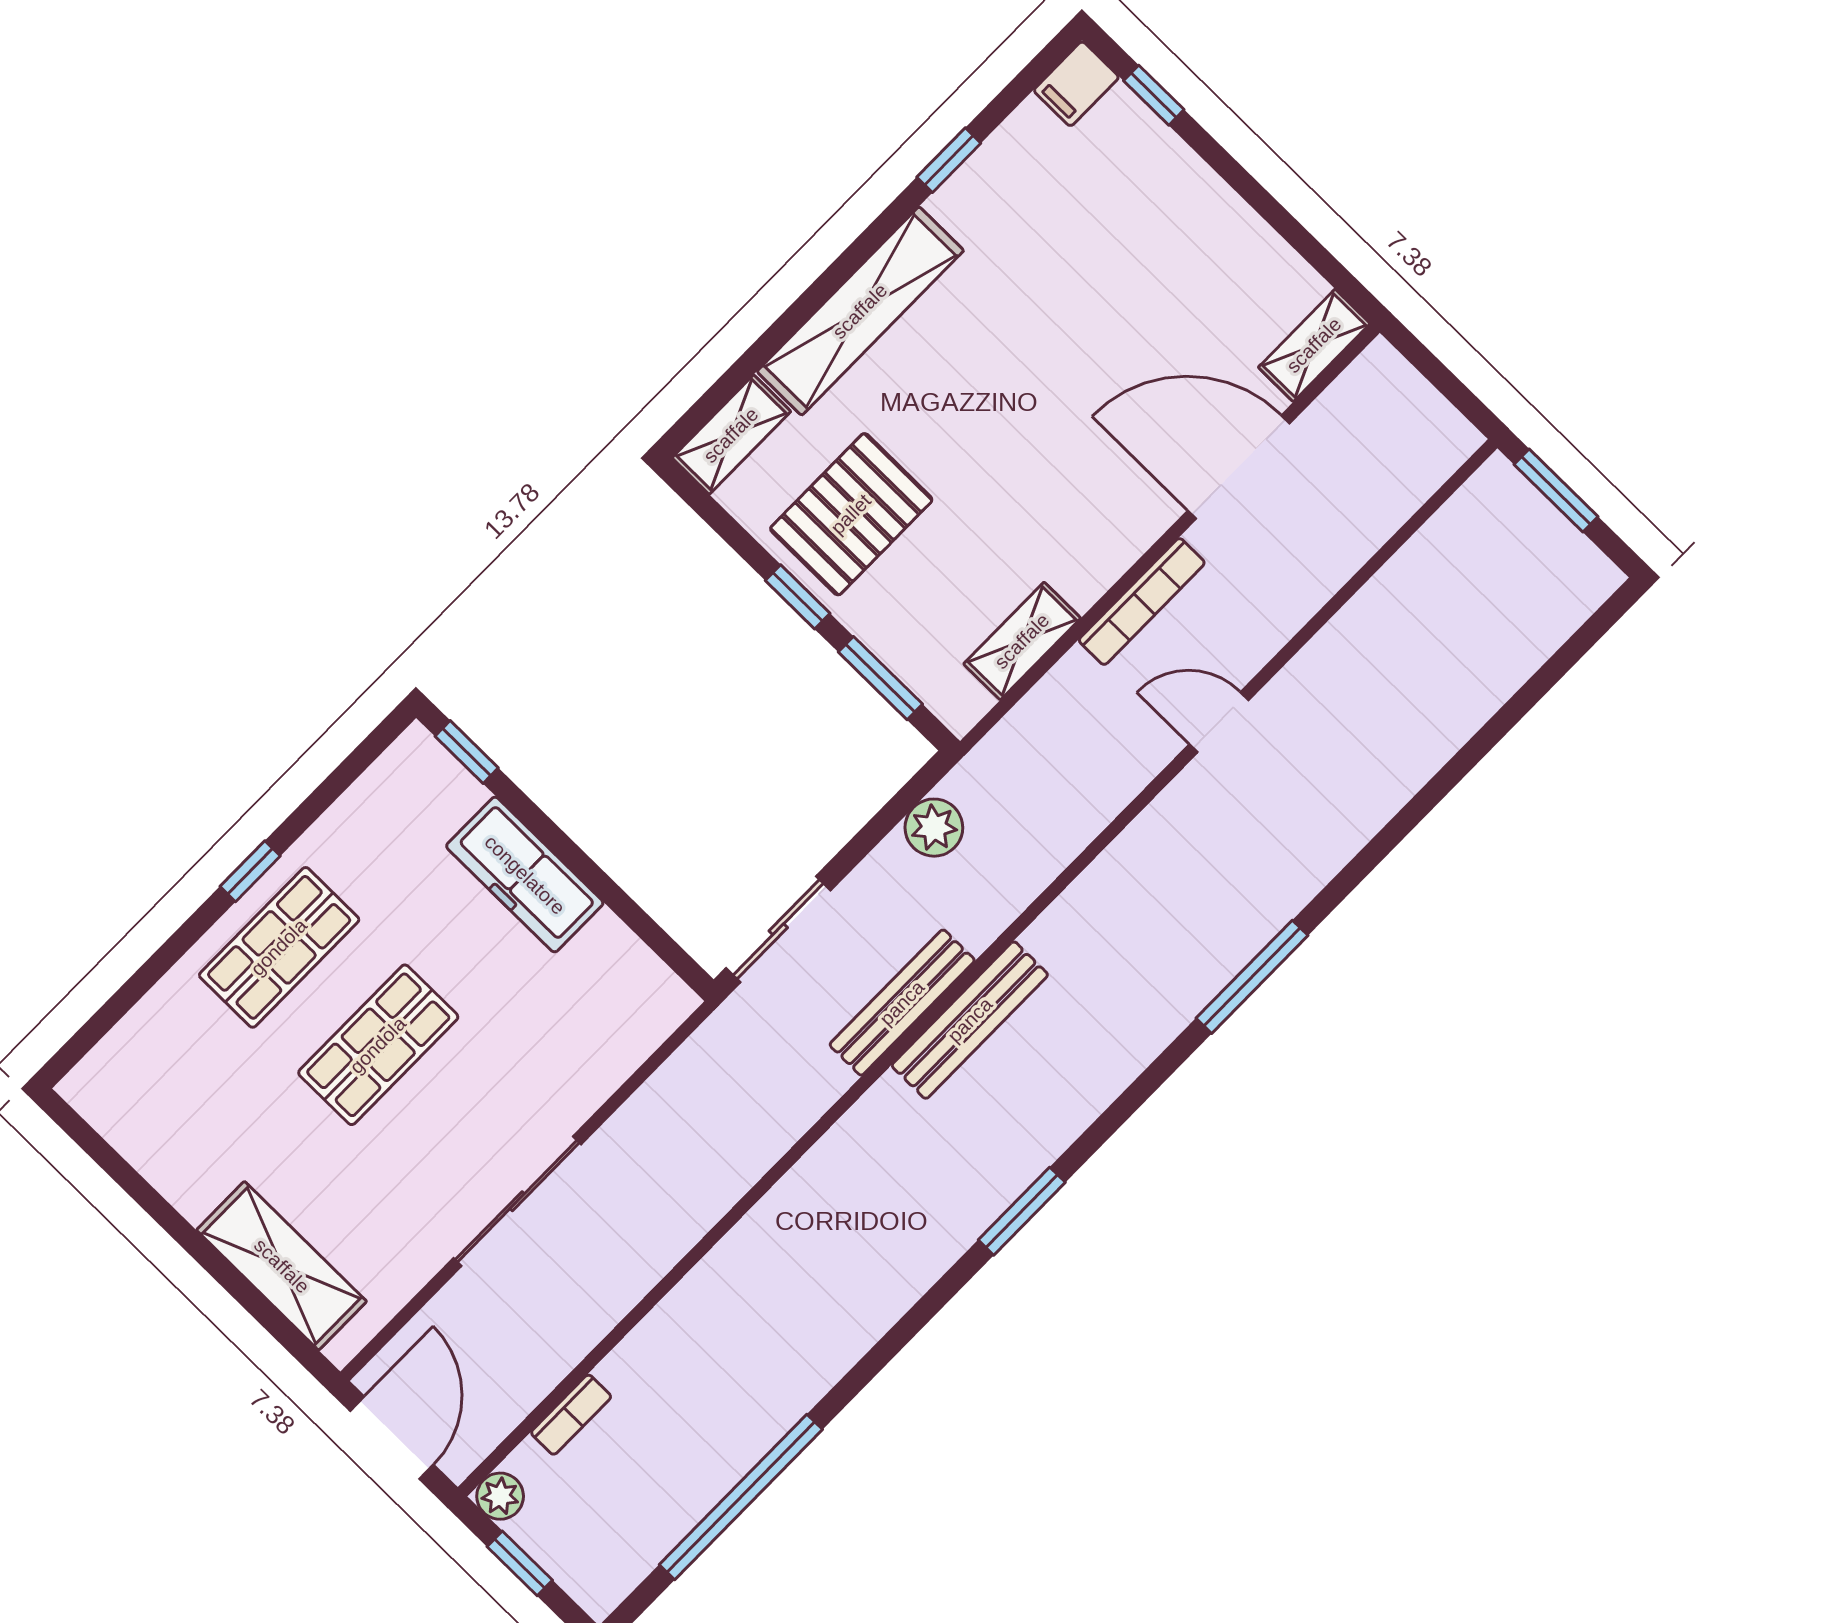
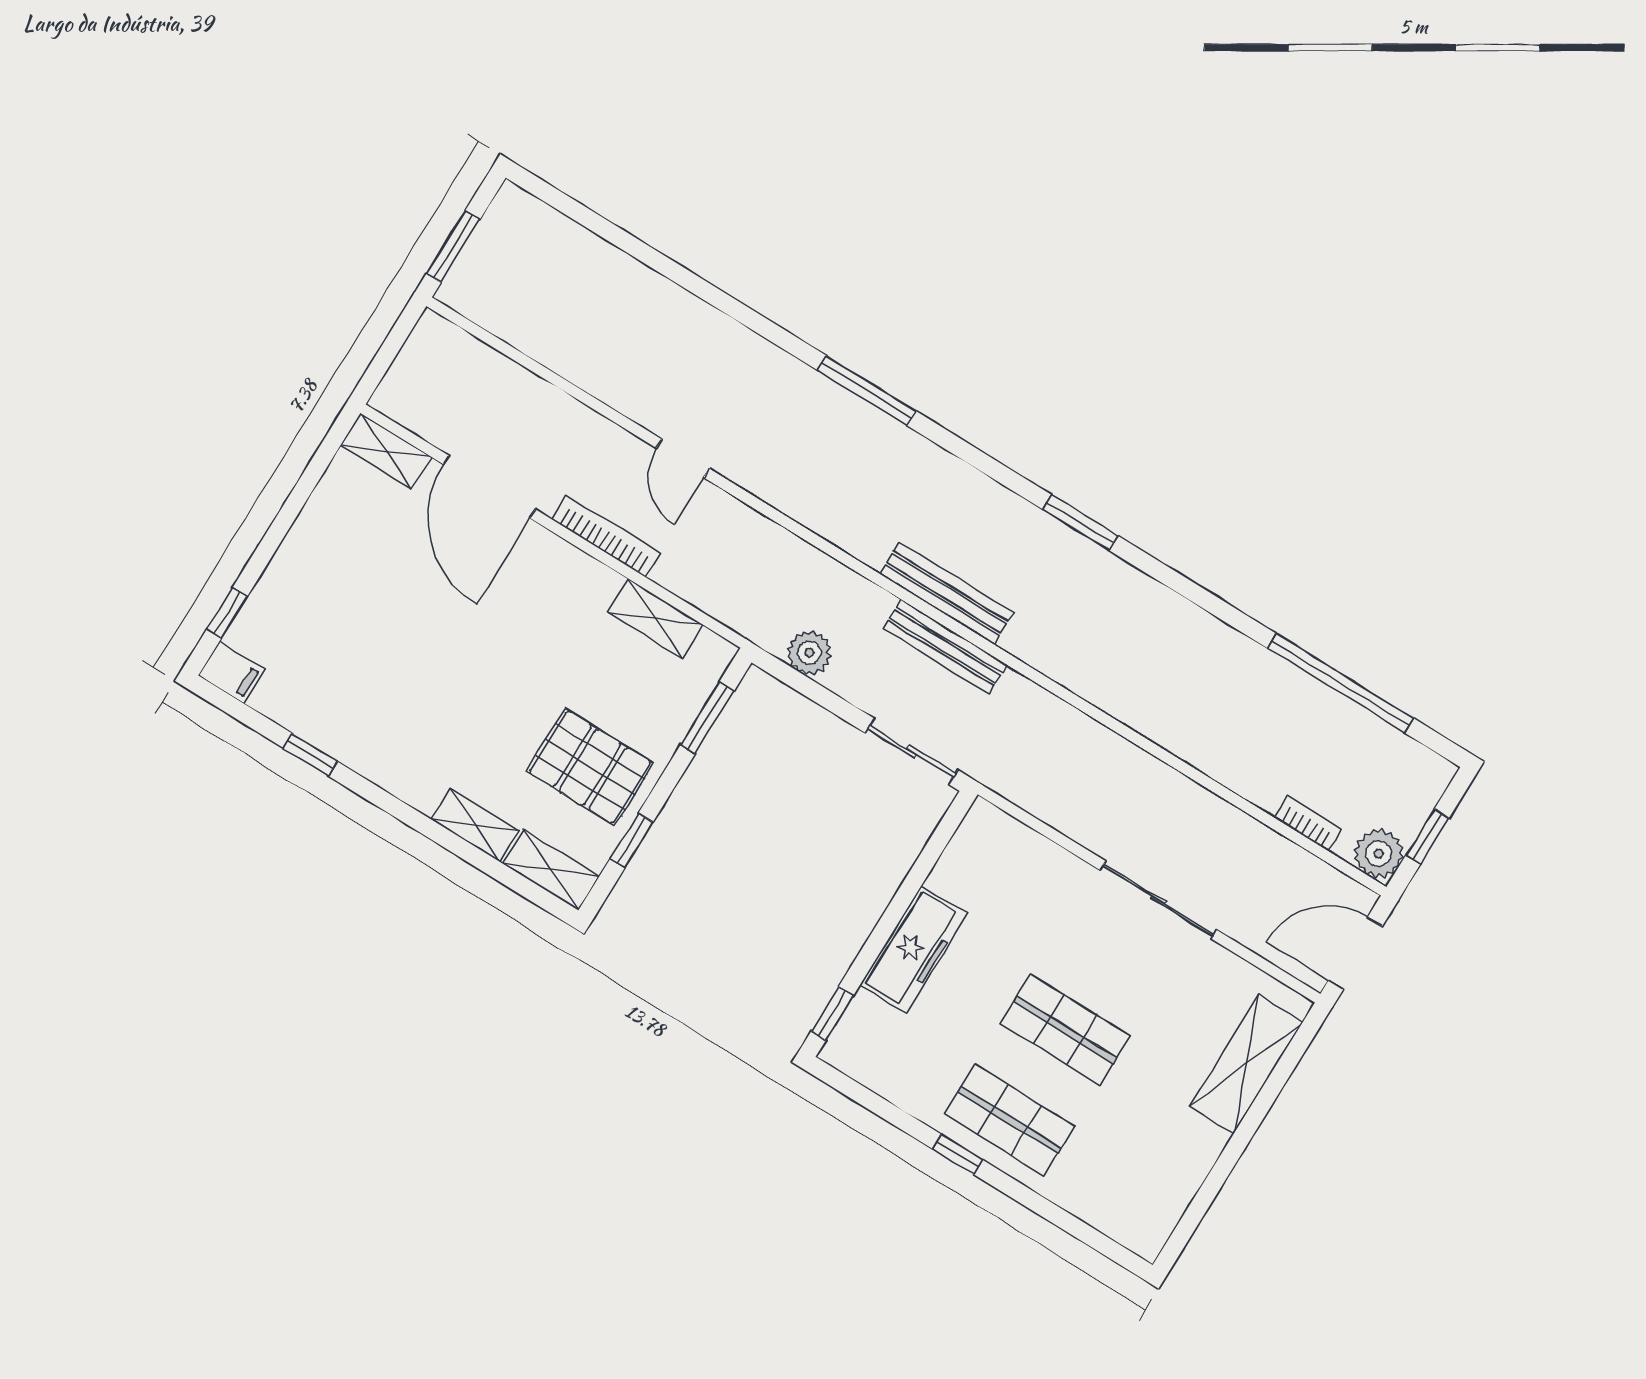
shelving: (860, 311) -> (475, 825), width x0.45, depth x0.75
window: (798, 597) -> (632, 840), moved
plant: (500, 1496) -> (1379, 853), width x1.38, depth x1.38

